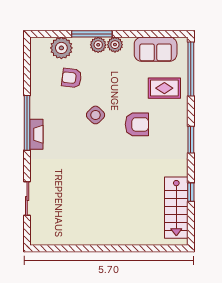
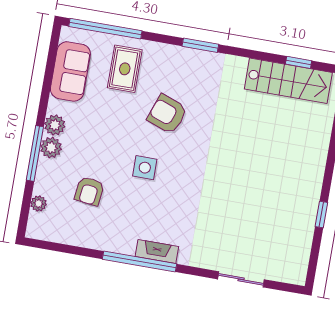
plant: (61, 48) -> (39, 203), width x0.53, depth x0.53
side table: (96, 115) -> (145, 168), turned 45
armchair: (137, 124) -> (167, 114), turned -70
window: (191, 192) -> (299, 62), moved
window: (84, 248) -> (321, 215), added

